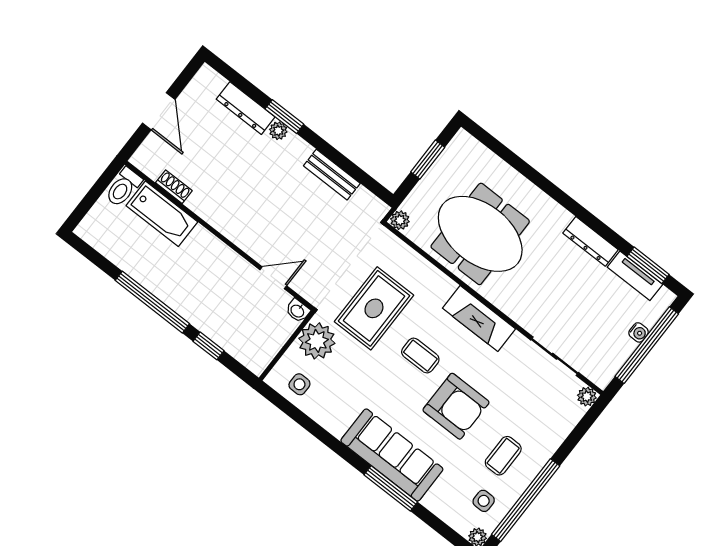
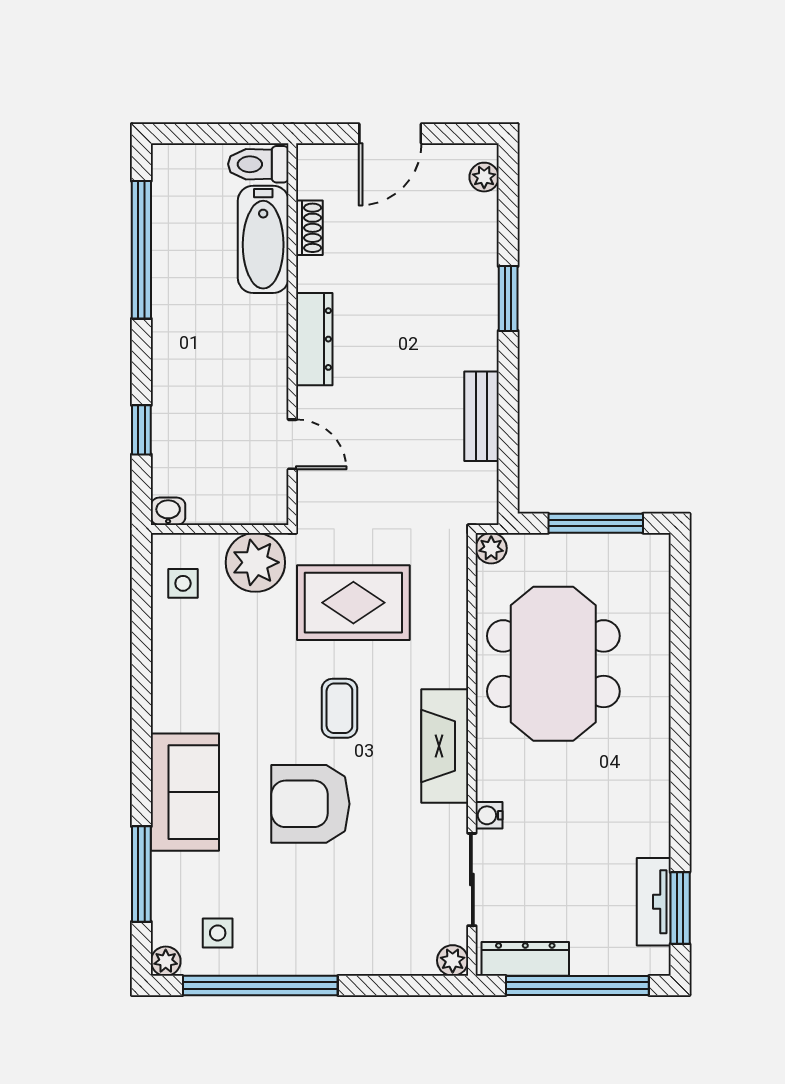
dresser: (246, 108) -> (314, 339), moved, turned 180
plant: (278, 131) -> (484, 177), moved
window: (428, 160) -> (596, 523), width x1.44
dresser: (591, 241) -> (525, 959), moved, turned 90
window: (152, 302) -> (141, 250), moved
washbasin: (298, 311) -> (168, 511), moved, turned 90
water cooler: (639, 332) -> (489, 815), moved, turned 90
armchair: (456, 406) -> (310, 804), turned 90
sofa: (392, 455) -> (185, 792), width x0.73
coffee table: (503, 456) -> (295, 913), removed
window: (391, 488) -> (141, 874), moved

